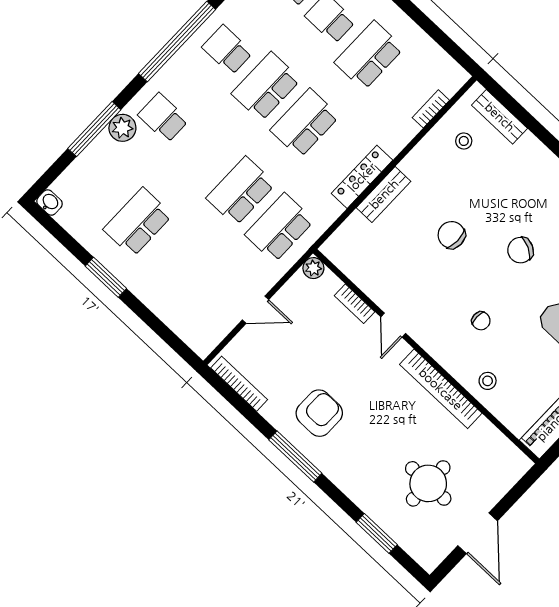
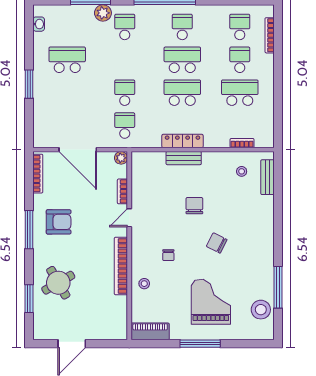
school desk: (241, 191) -> (125, 93), width x0.54
washbasin: (49, 202) -> (39, 24), moved
school desk: (279, 228) -> (125, 126), width x0.54
window: (106, 277) -> (29, 84), moved
door: (256, 310) -> (78, 150), width x1.88
round table: (428, 483) -> (58, 283), moved, turned -30

